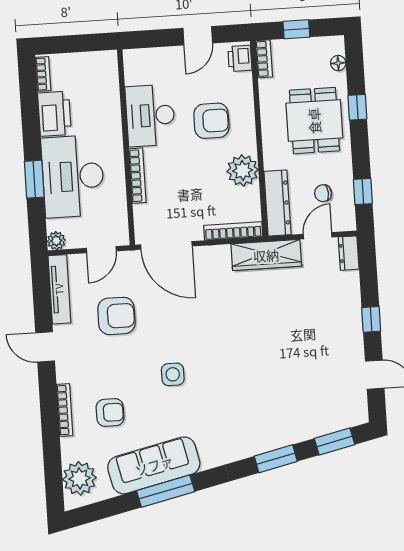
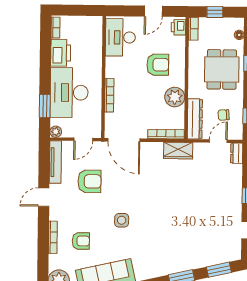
desk: (150, 115) -> (120, 37), moved
window: (34, 179) -> (45, 106), moved
wardrobe: (266, 255) -> (178, 151), width x0.67
door: (45, 347) -> (44, 197), hinge flipped

